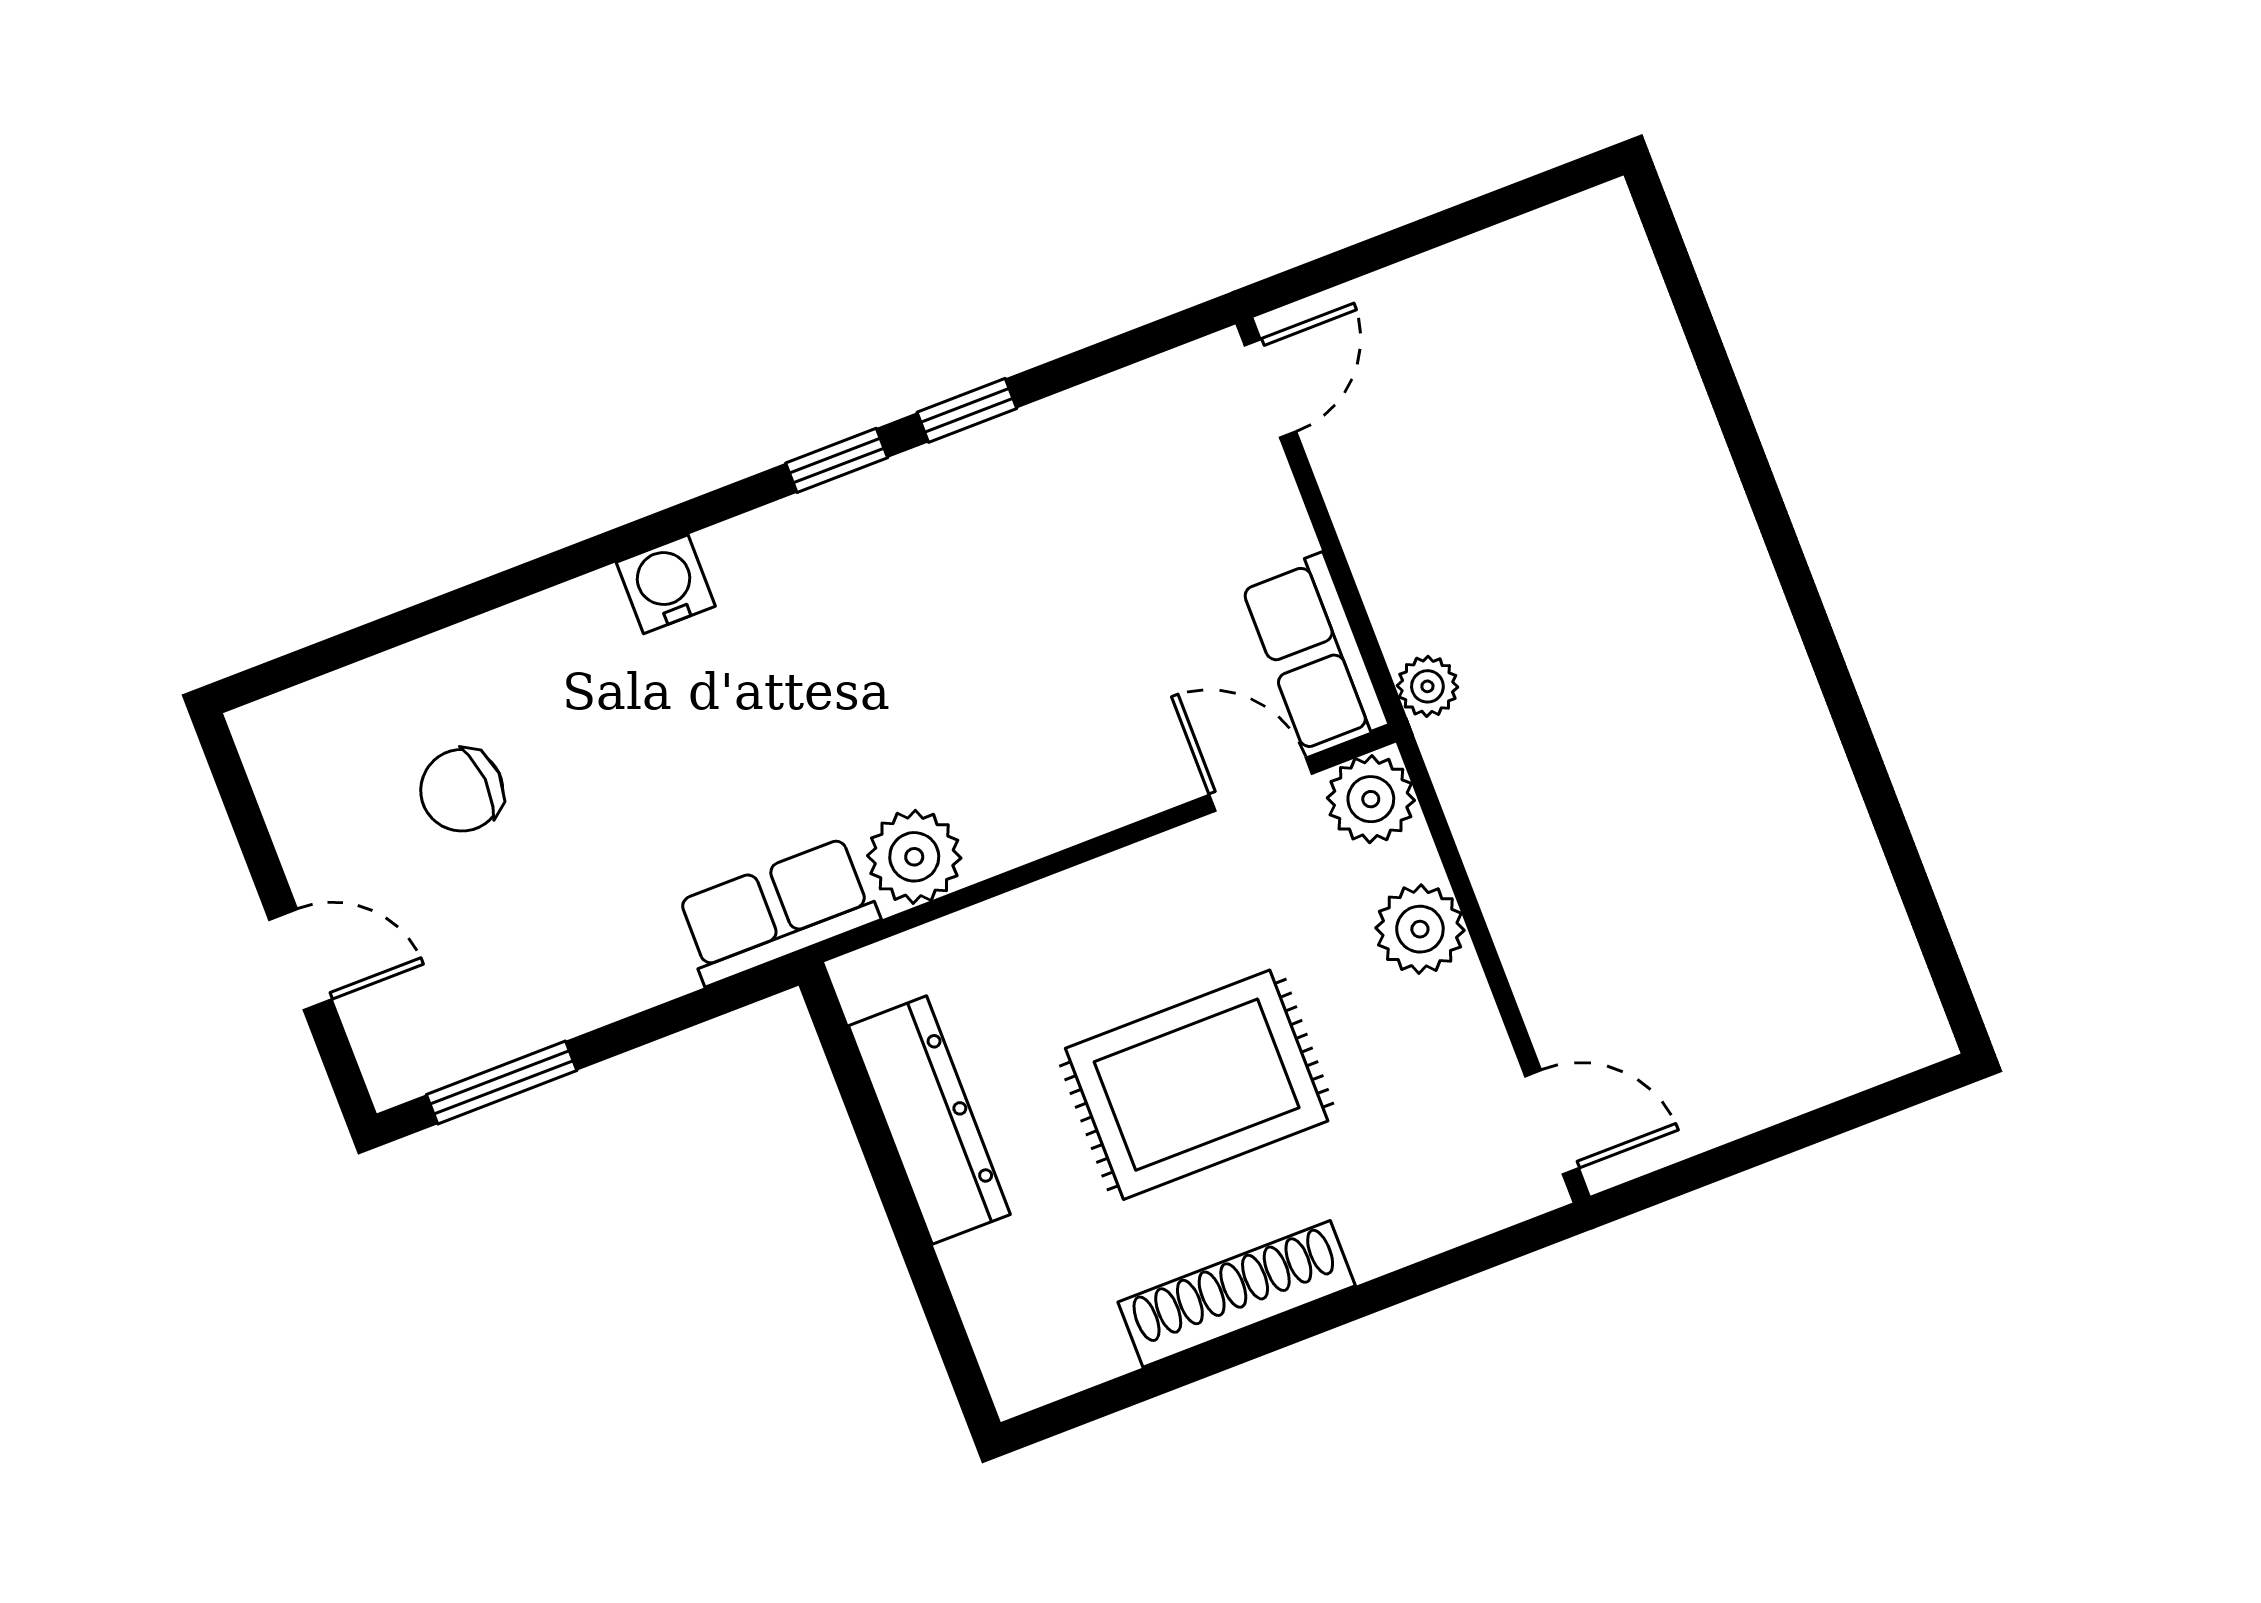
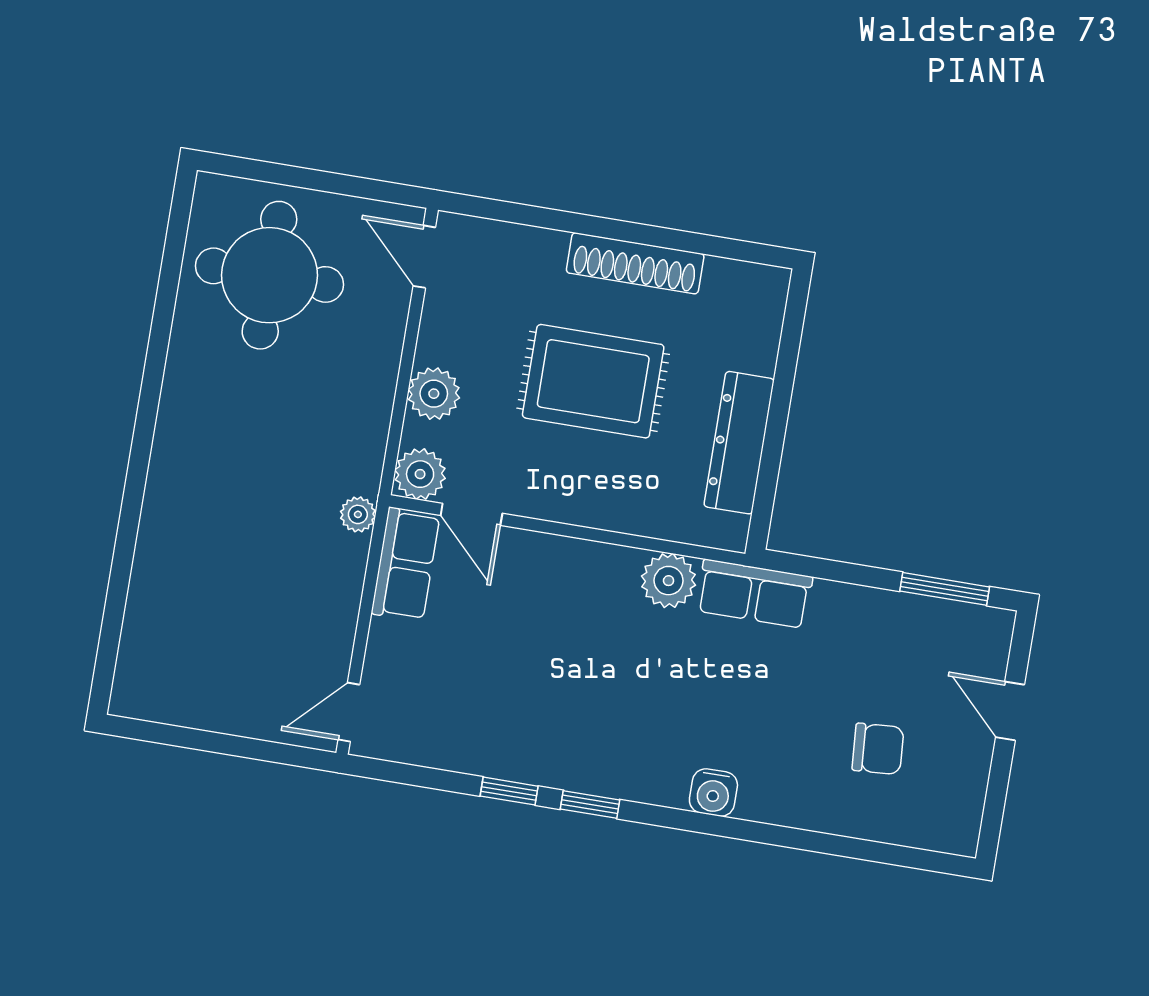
round table: (1763, 961) -> (269, 275), added

